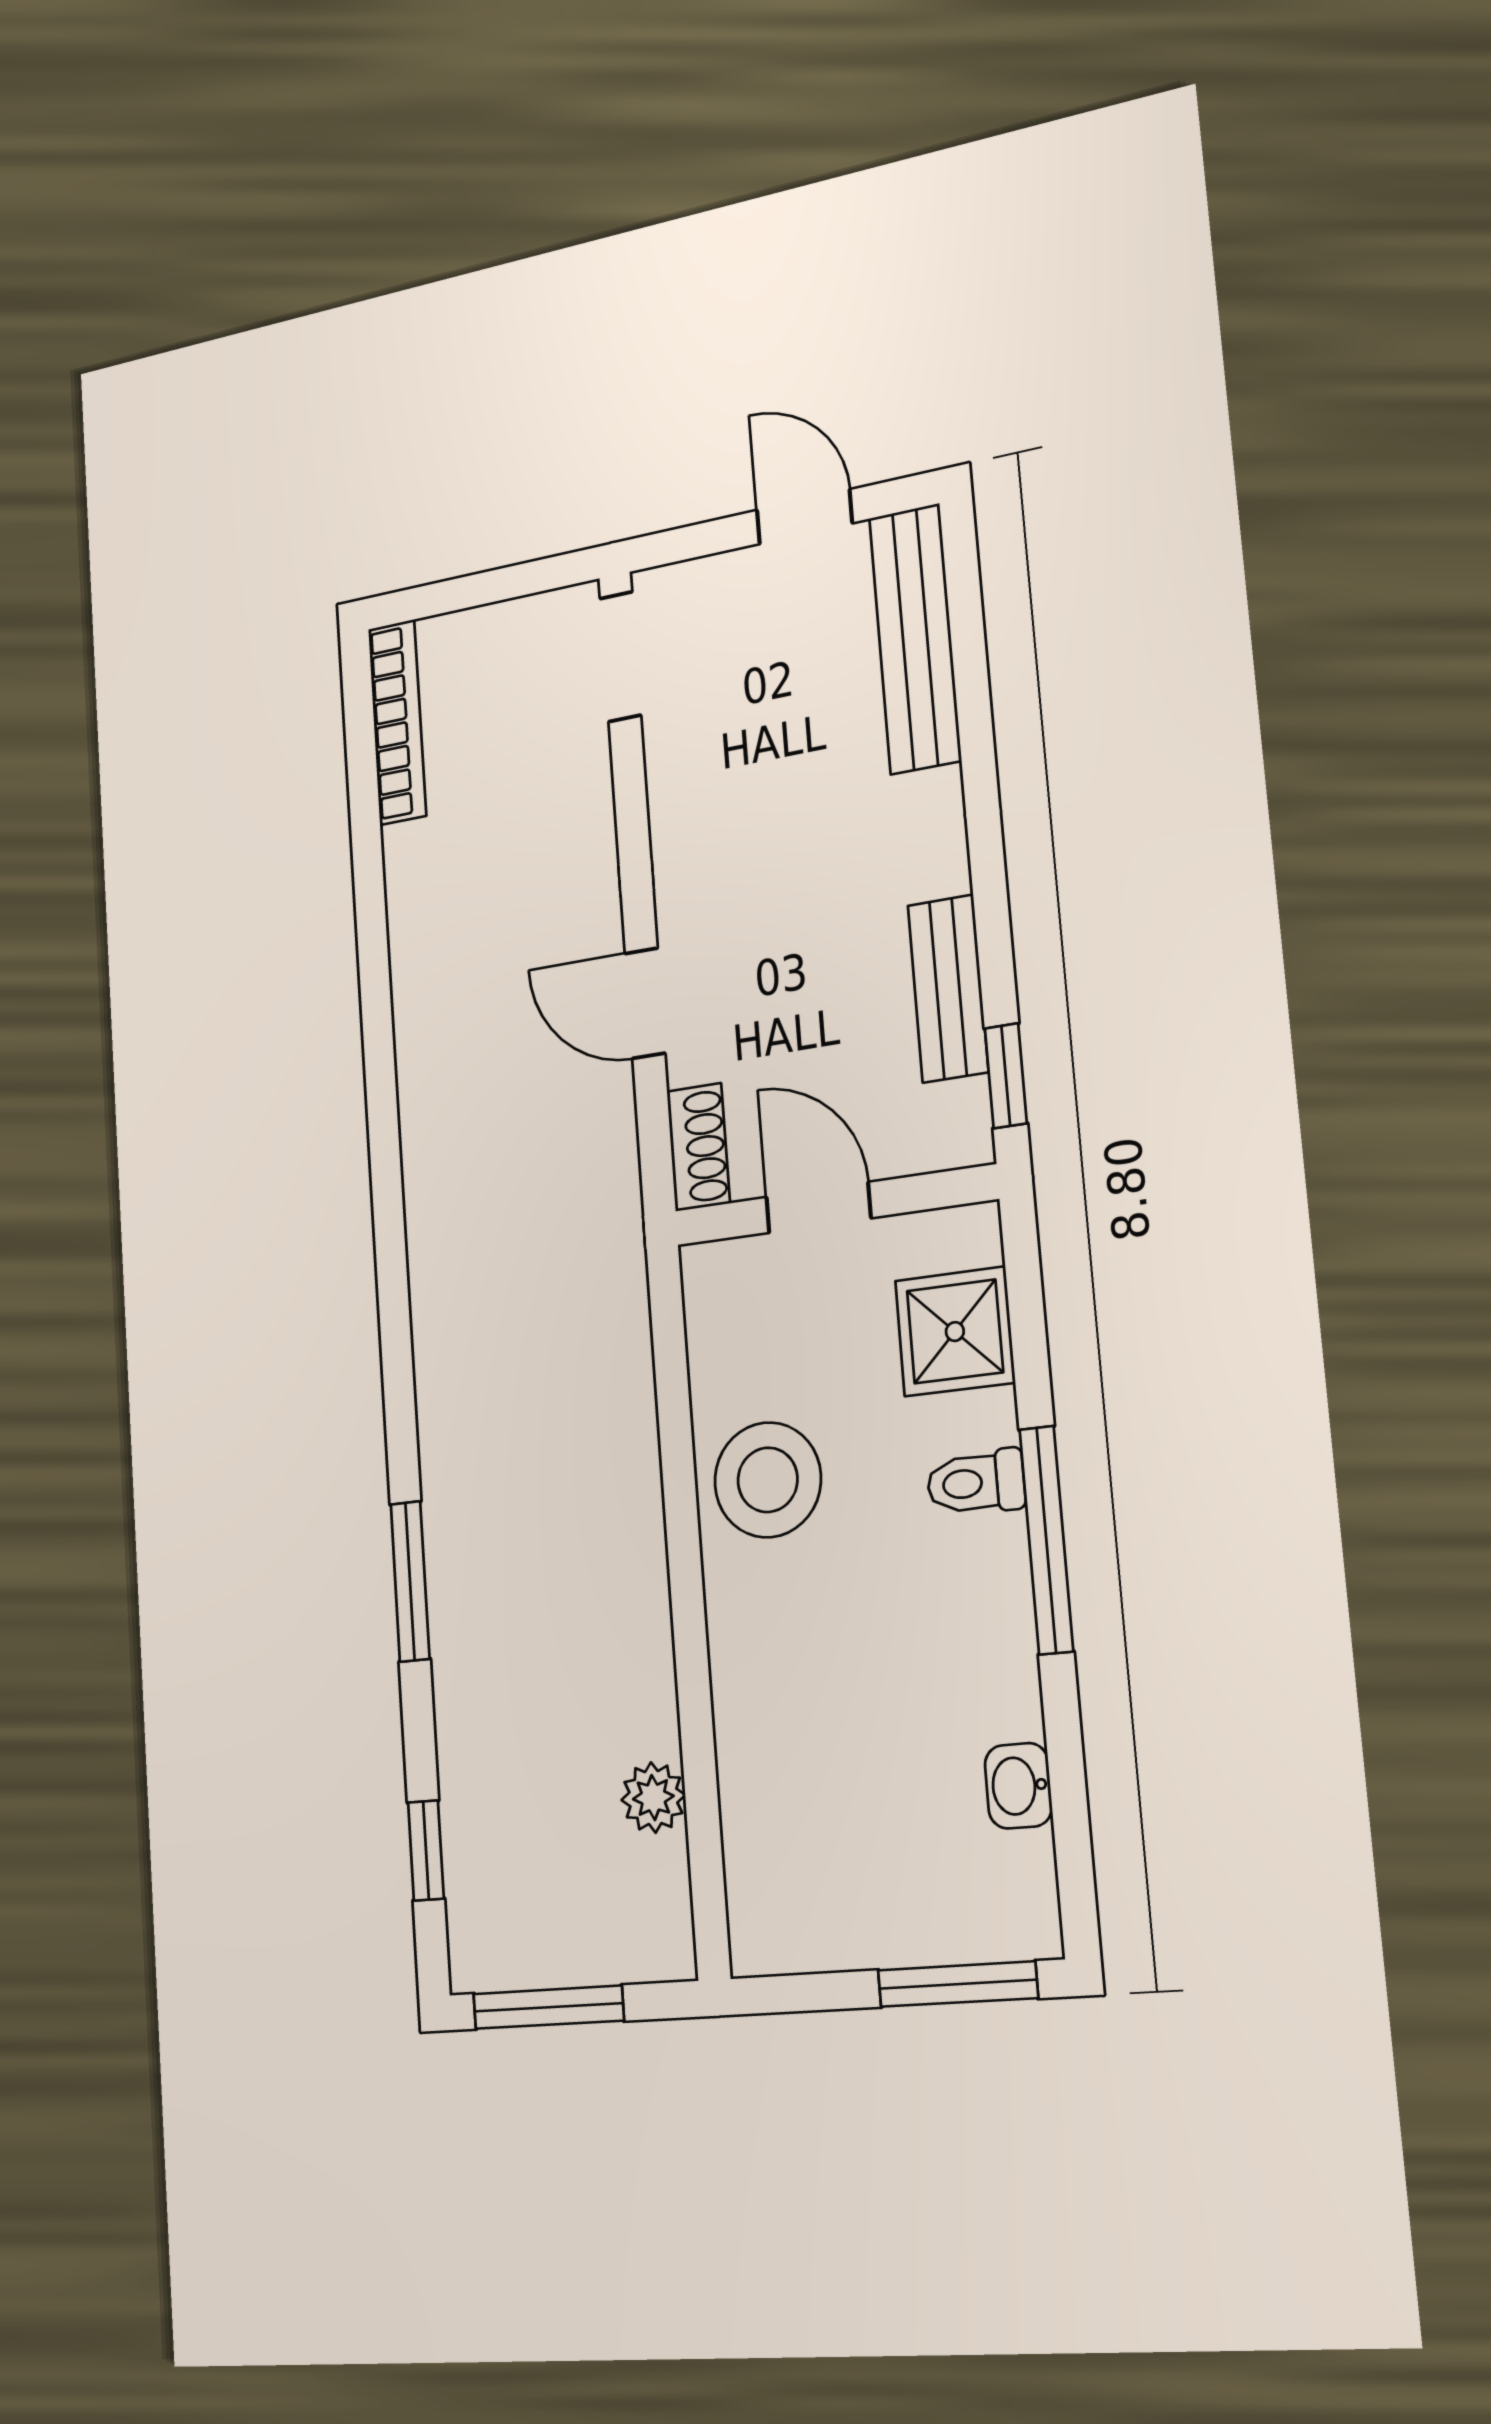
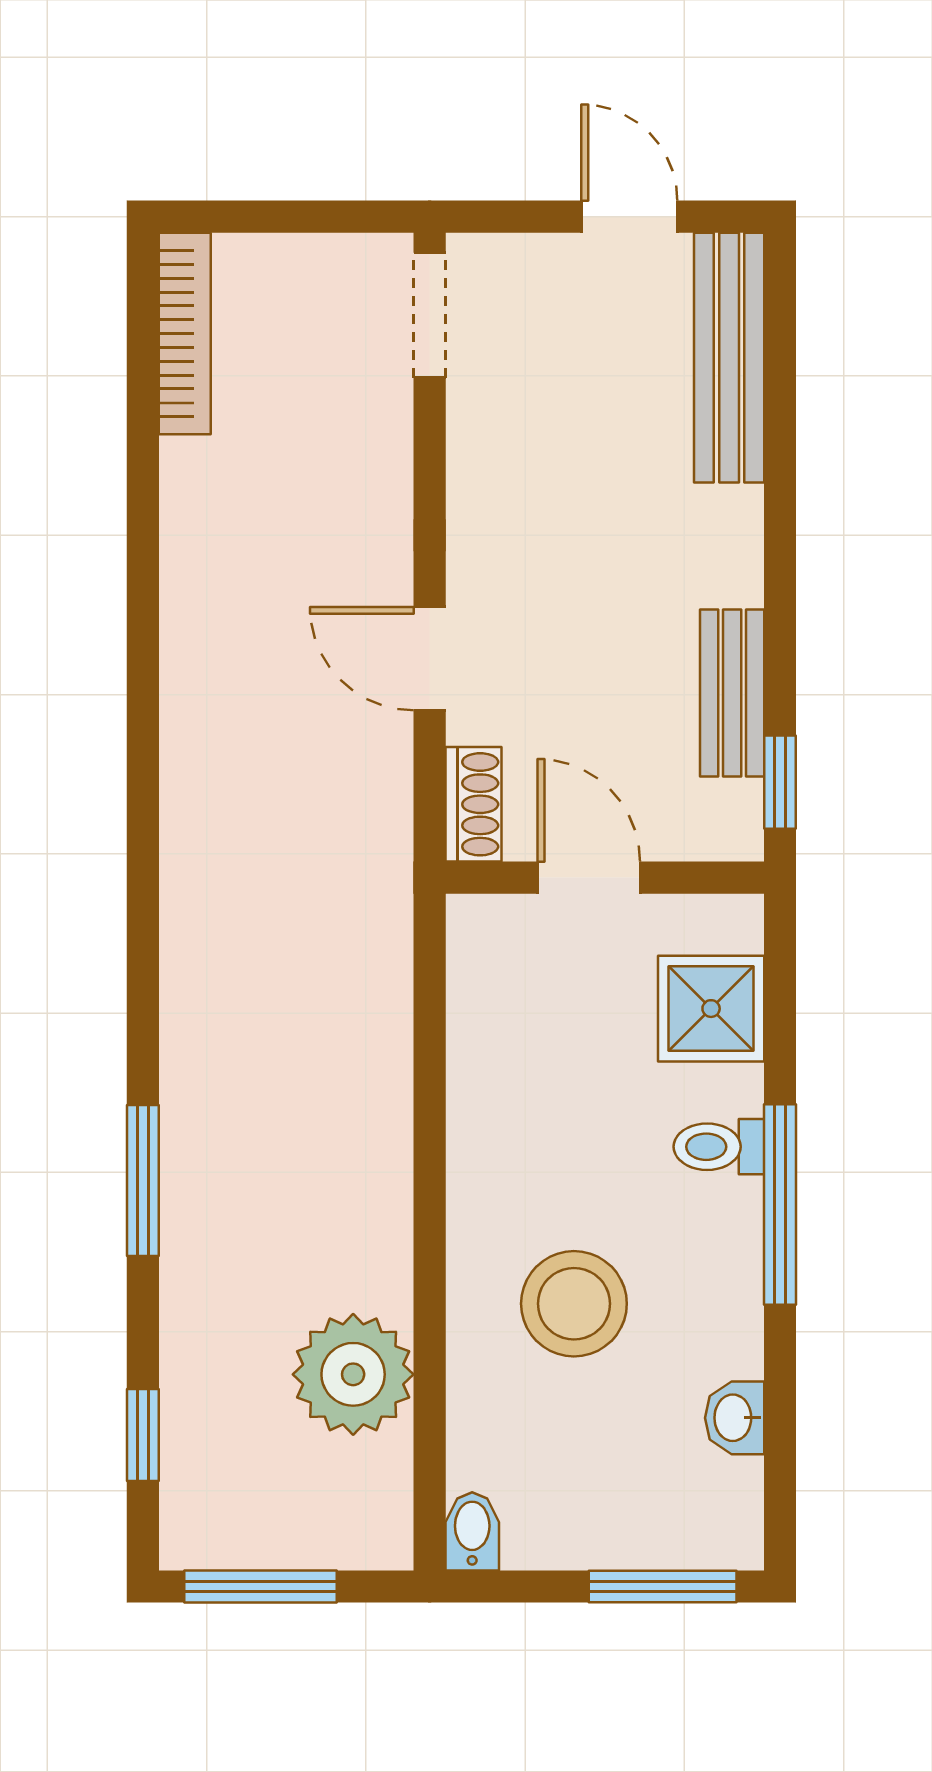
stool: (768, 1480) -> (574, 1304), moved
plant: (653, 1798) -> (353, 1374), width x1.87, depth x1.87
bidet: (754, 1933) -> (472, 1531), added

